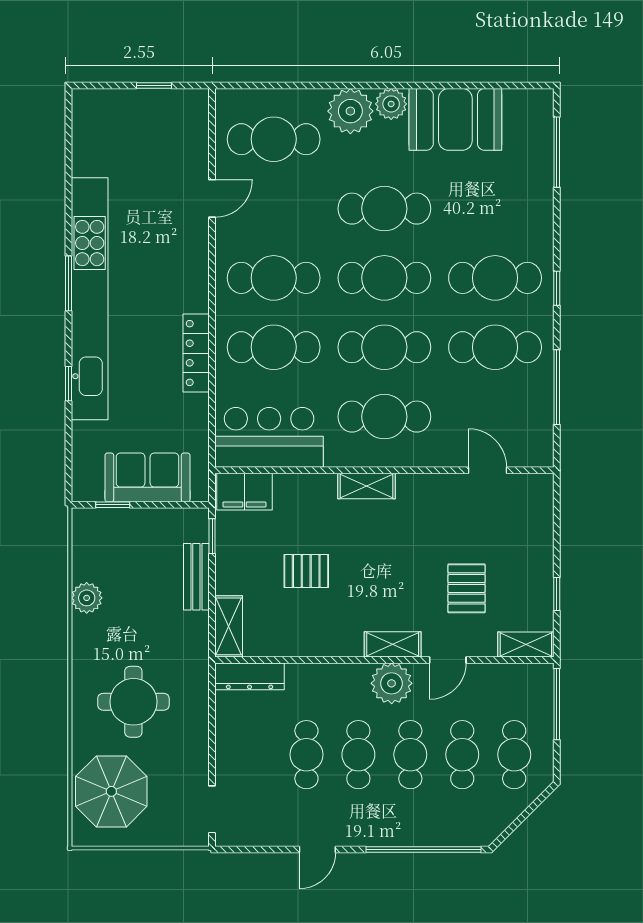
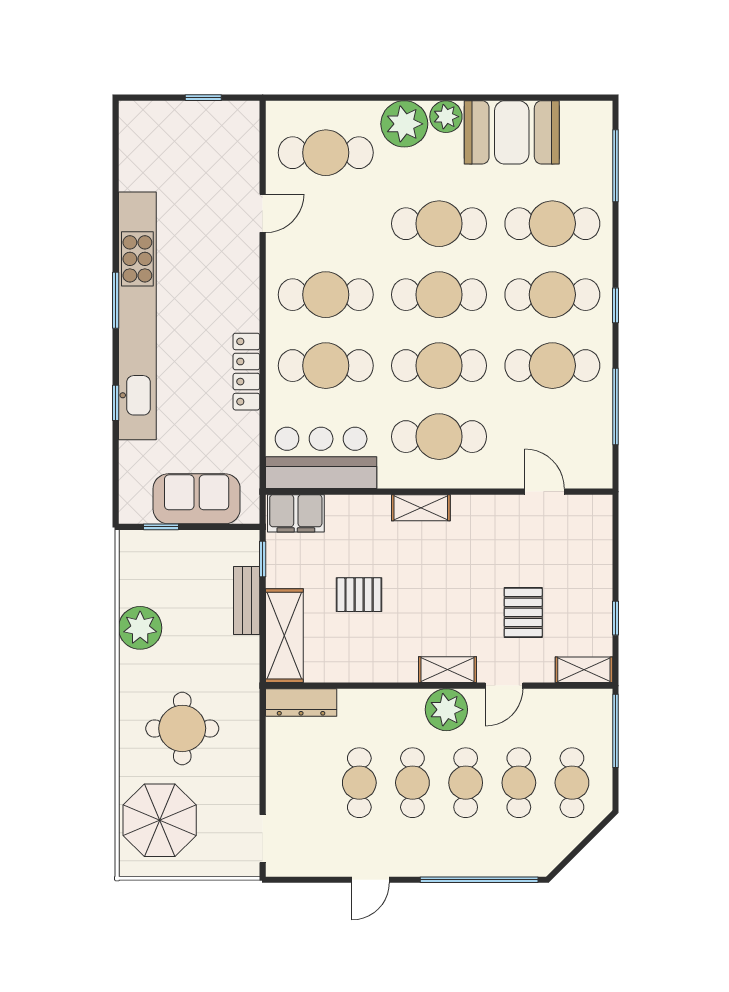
cafe table: (495, 209) -> (552, 224), added
plant: (87, 598) -> (140, 628), width x1.36, depth x1.36
shelving: (229, 626) -> (284, 636), width x1.50, depth x1.33

